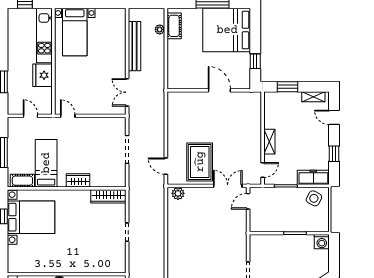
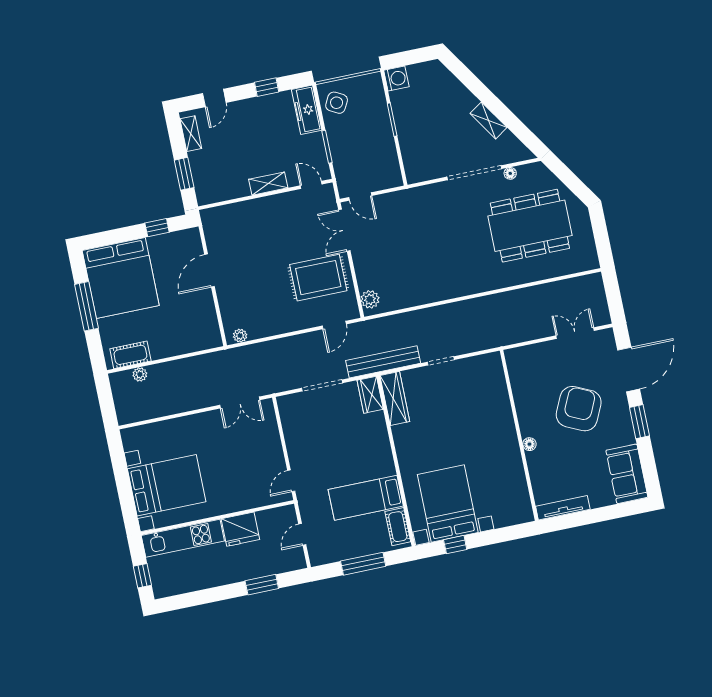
bed with nightstands: (75, 32) -> (167, 485), width x1.36
bench: (134, 46) -> (383, 362), moved
plant: (172, 102) -> (240, 336), added
wardrobe: (78, 180) -> (370, 395), moved

